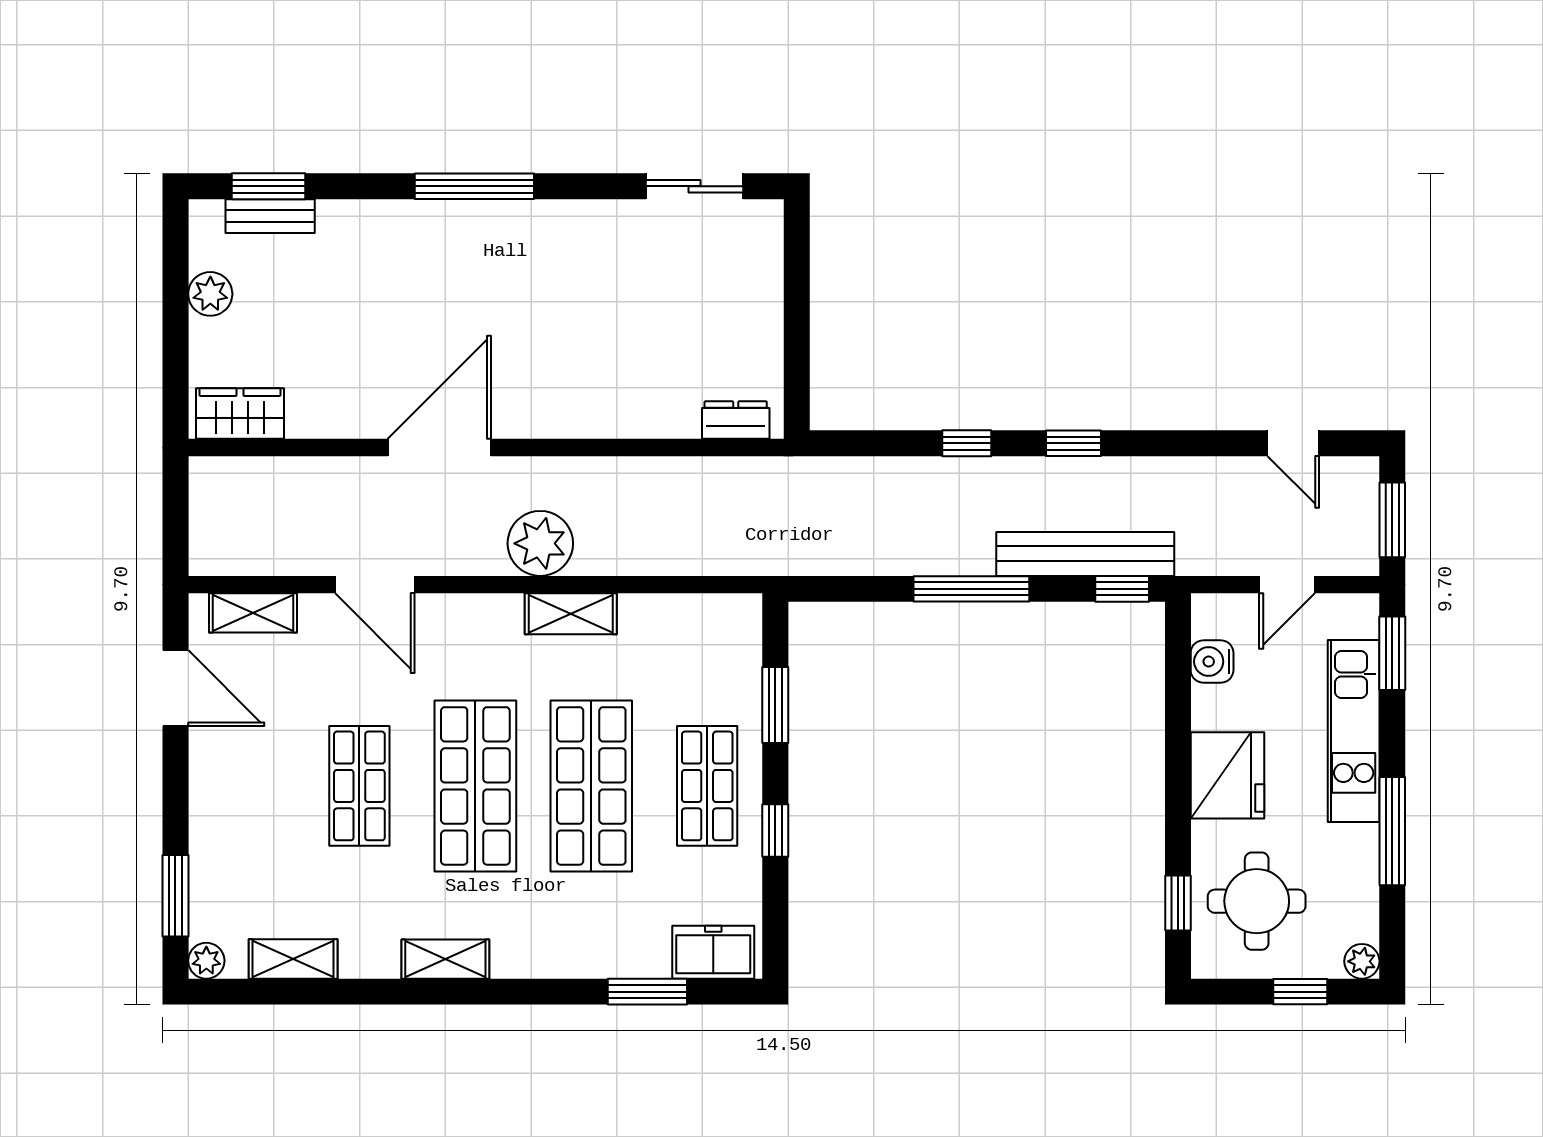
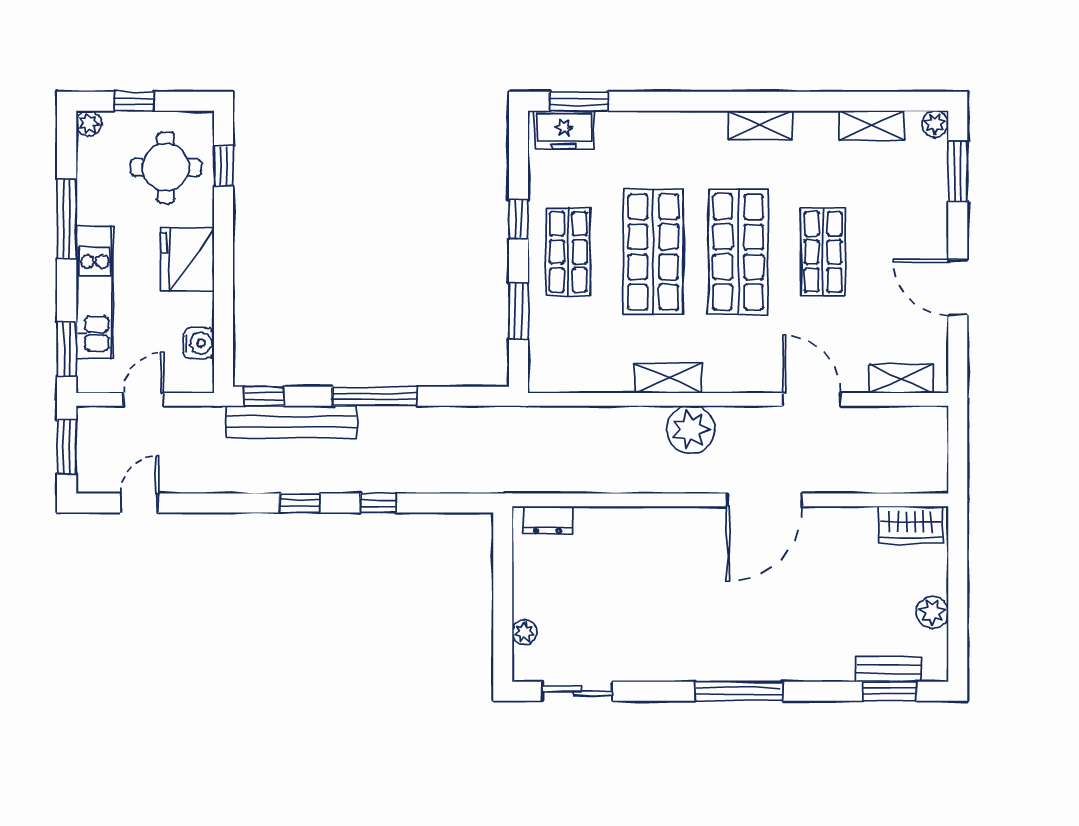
plant: (767, 267) -> (525, 632), added
door: (1293, 443) -> (139, 503), hinge flipped
door: (175, 688) -> (958, 287), moved
window: (647, 992) -> (579, 101), moved

